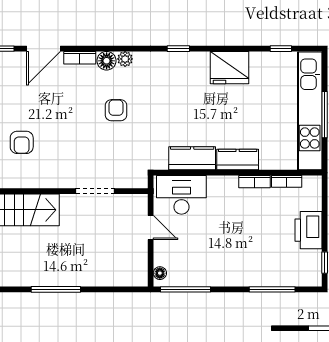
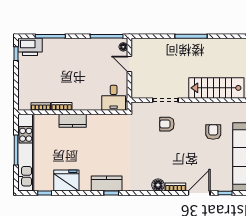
plant: (125, 59) -> (146, 186), removed
fridge: (230, 68) -> (66, 181), moved
armchair: (116, 110) -> (167, 124), moved, turned 90
kitchen counter: (192, 158) -> (107, 184), moved, turned 180
desk: (181, 195) -> (114, 98), width x0.73
door: (151, 228) -> (129, 64), moved
printer: (308, 230) -> (30, 47), moved, turned 90

